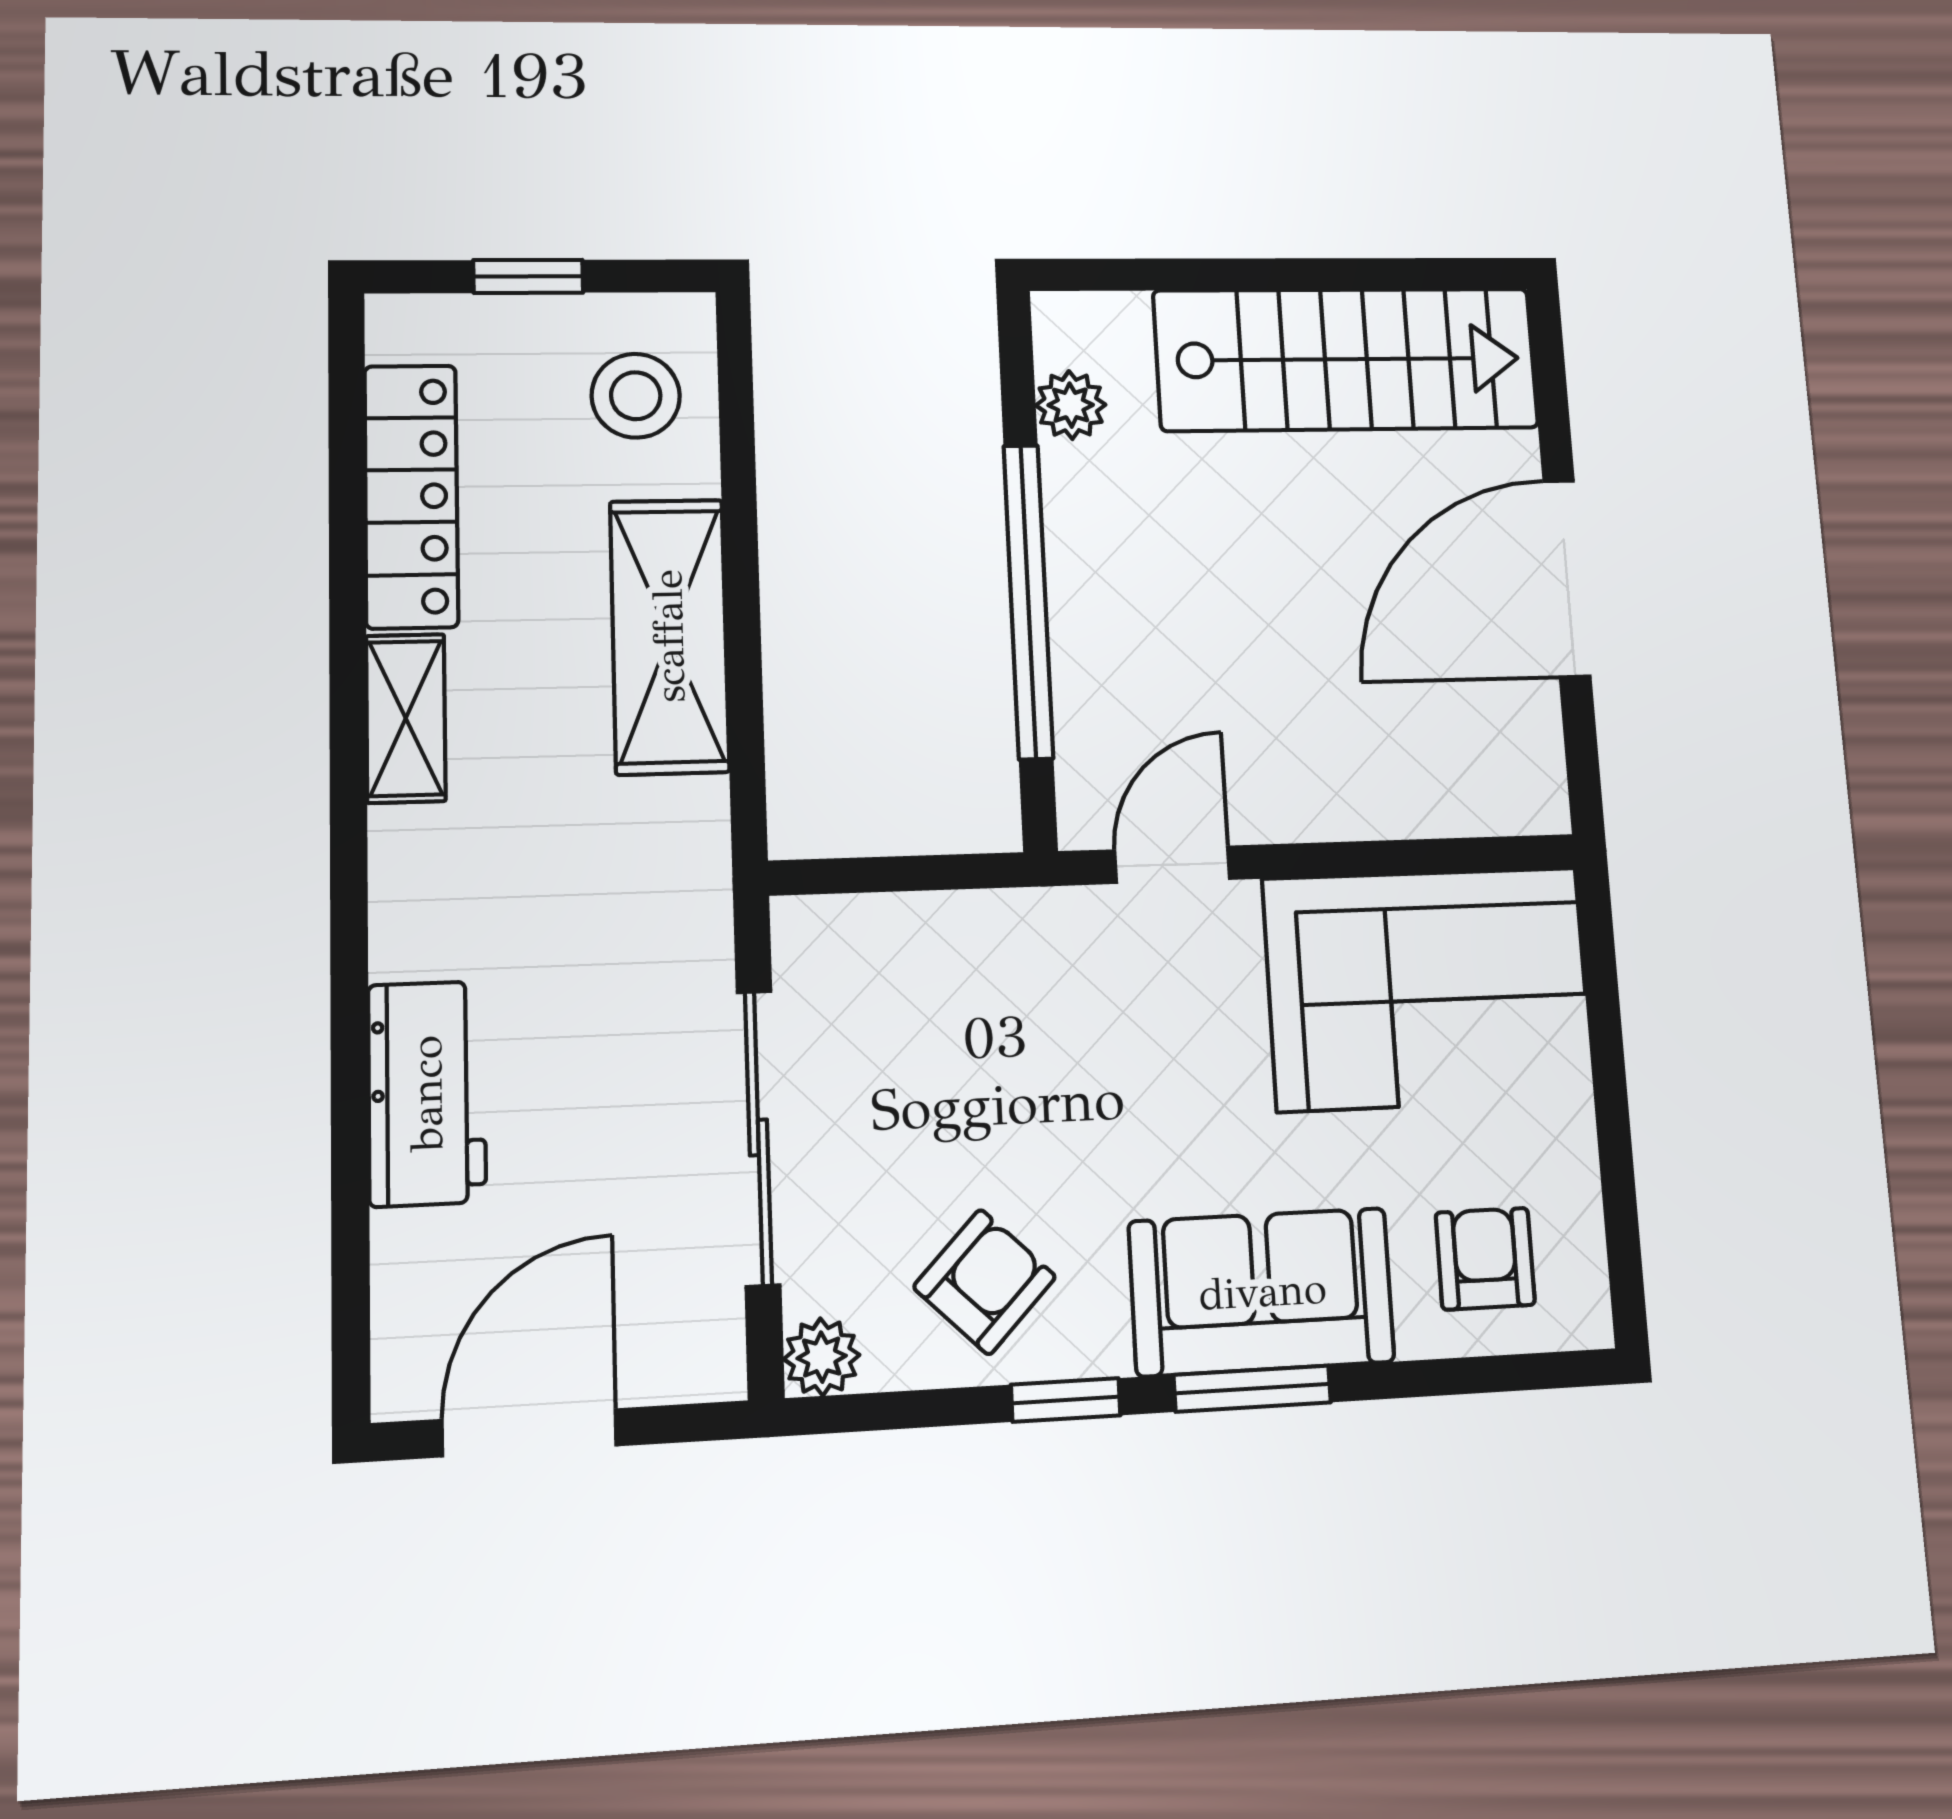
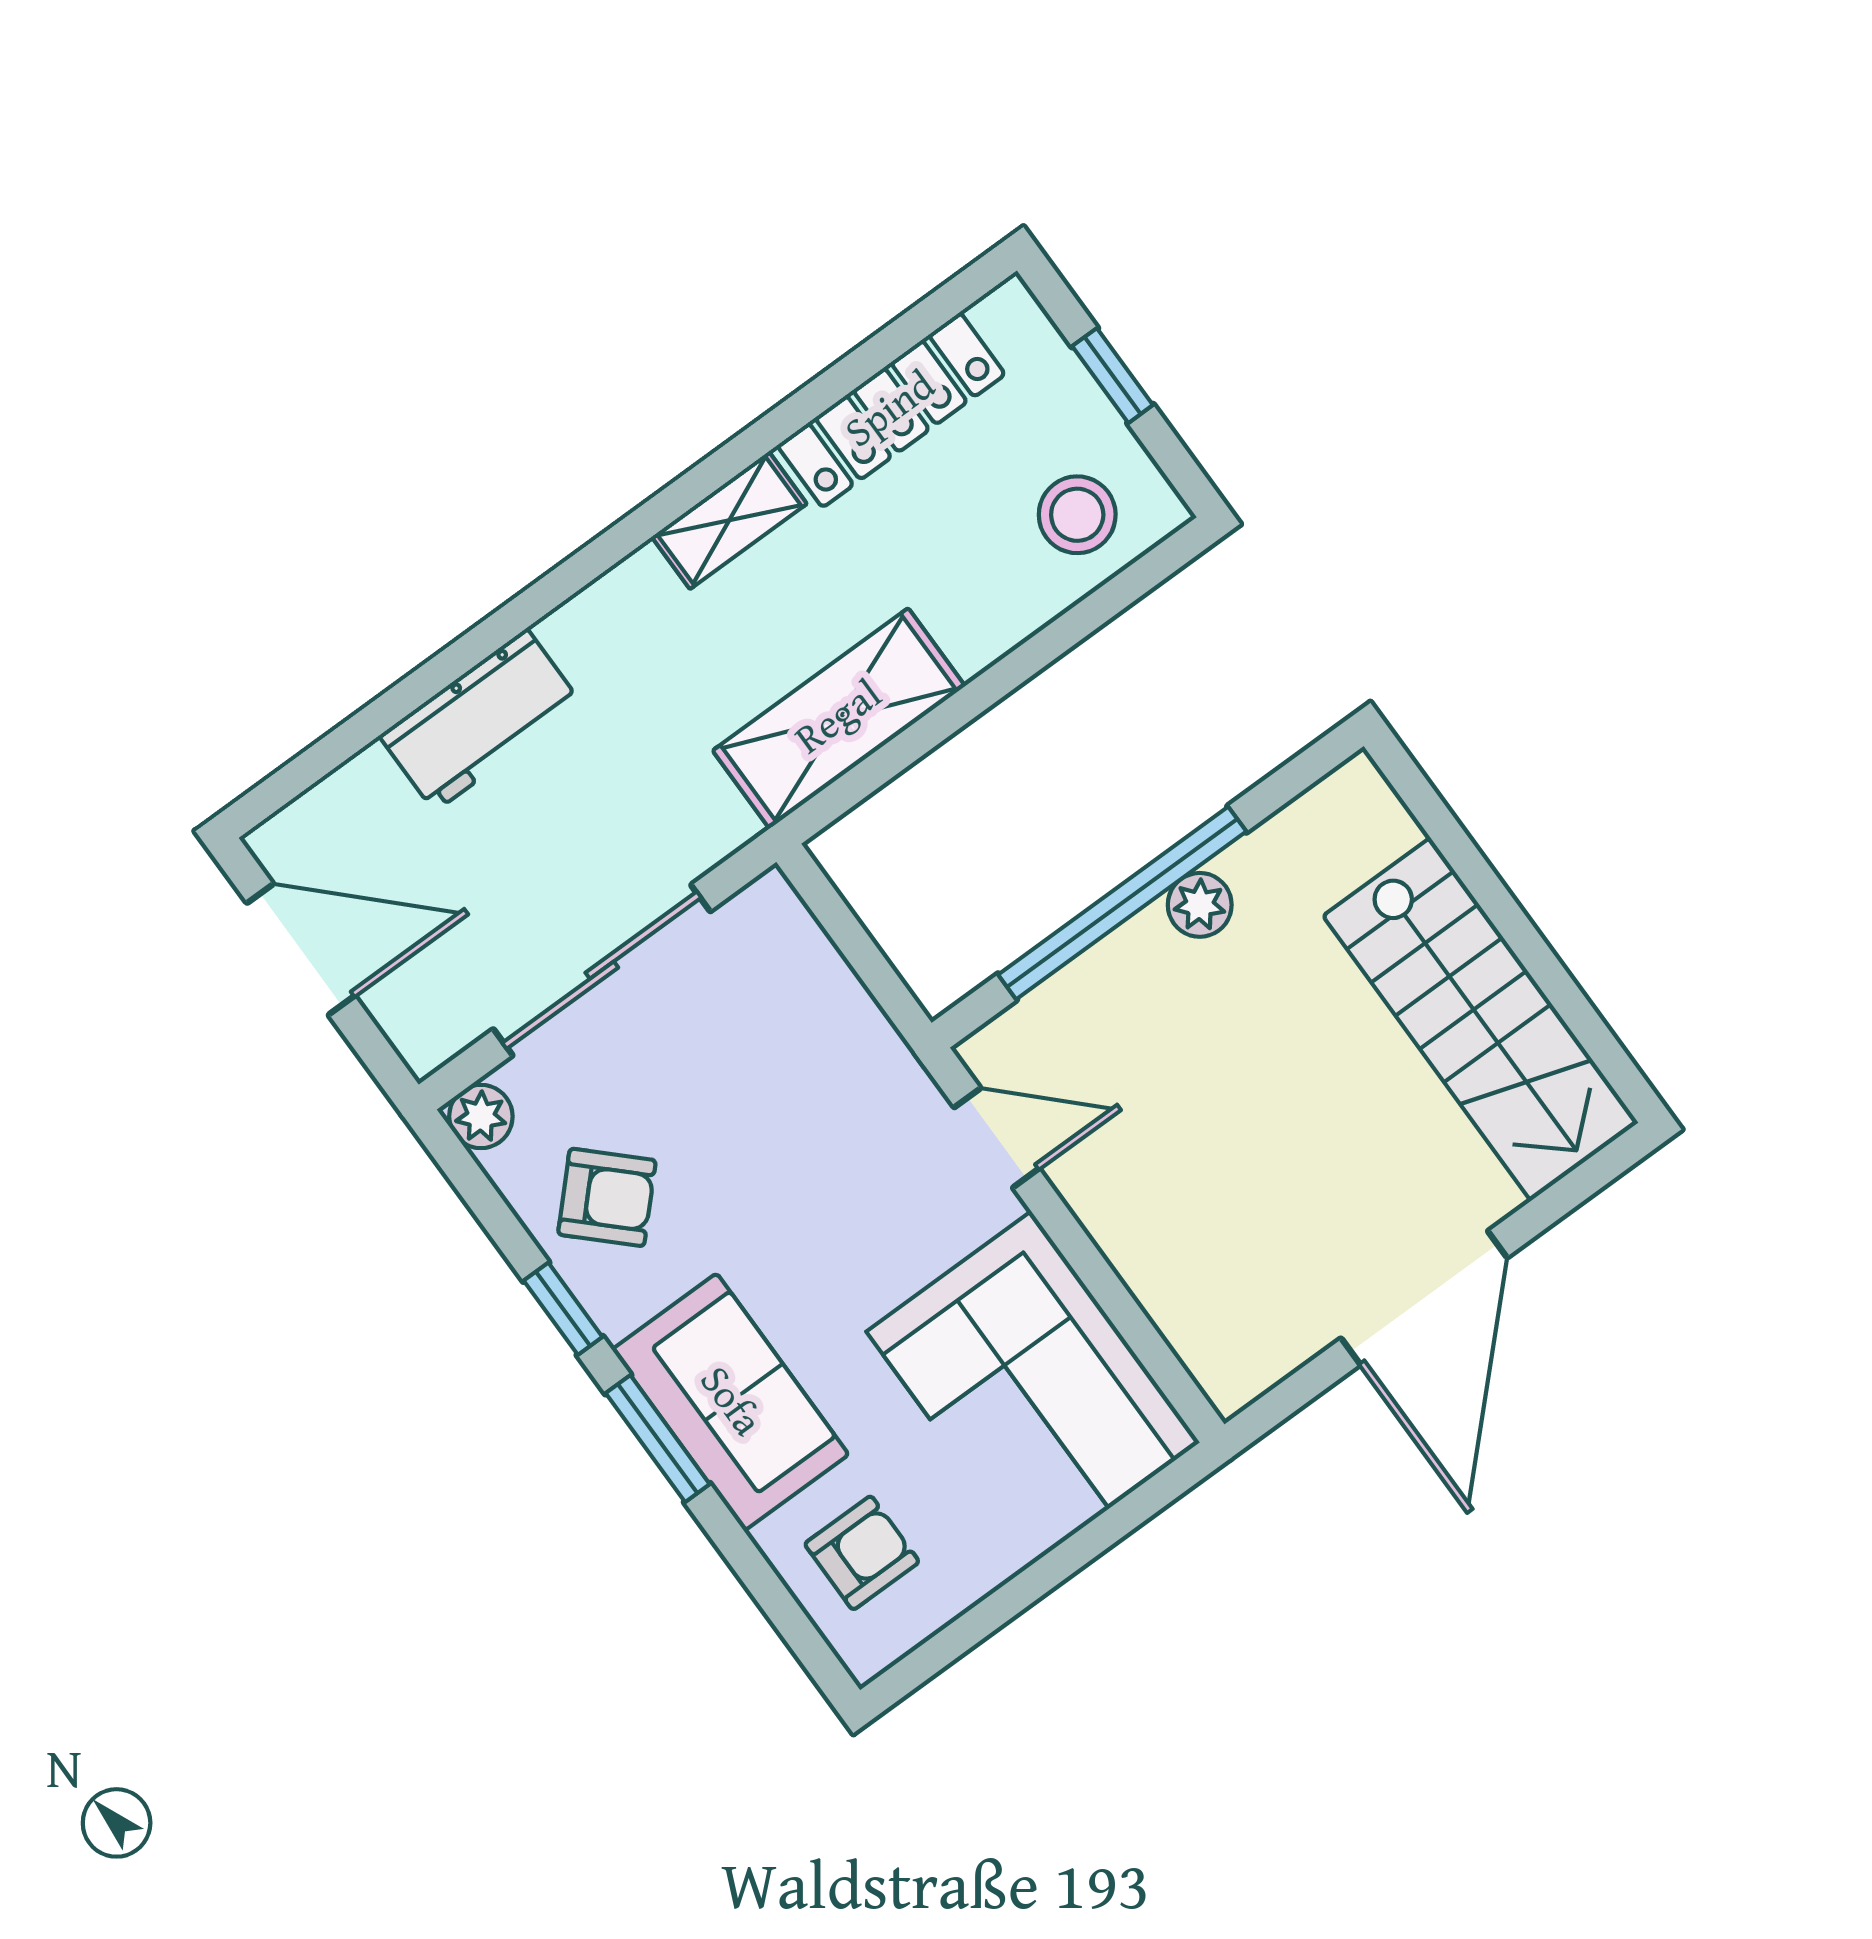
plant: (1071, 405) -> (1200, 905), moved
door: (1567, 578) -> (1424, 1298), swing flipped
shelving: (669, 636) -> (839, 718), moved

